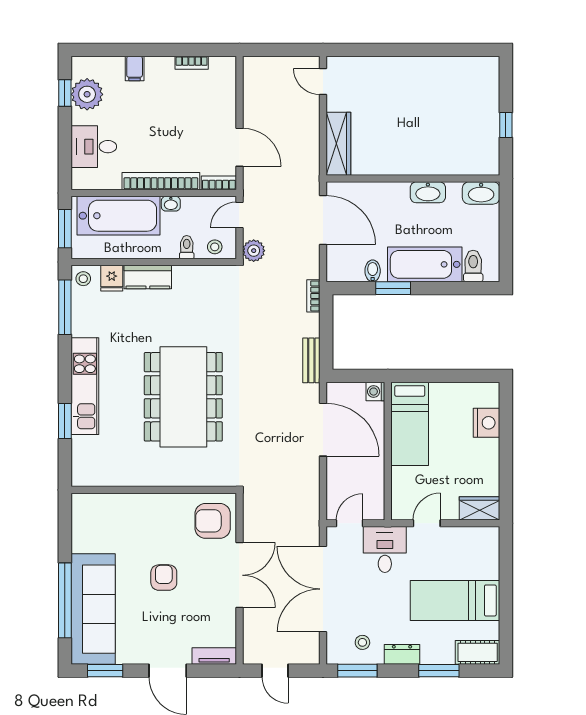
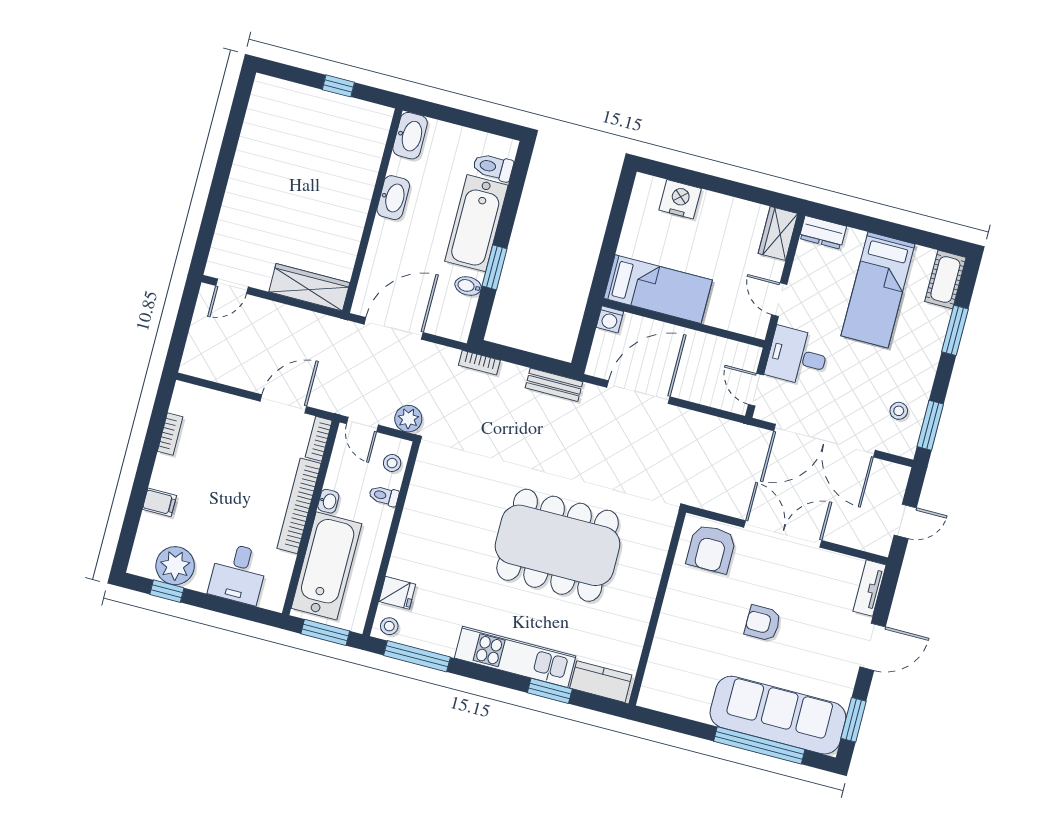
kitchen counter: (148, 277) -> (601, 682), moved, turned -90
dresser: (402, 654) -> (823, 232), moved, turned -90

